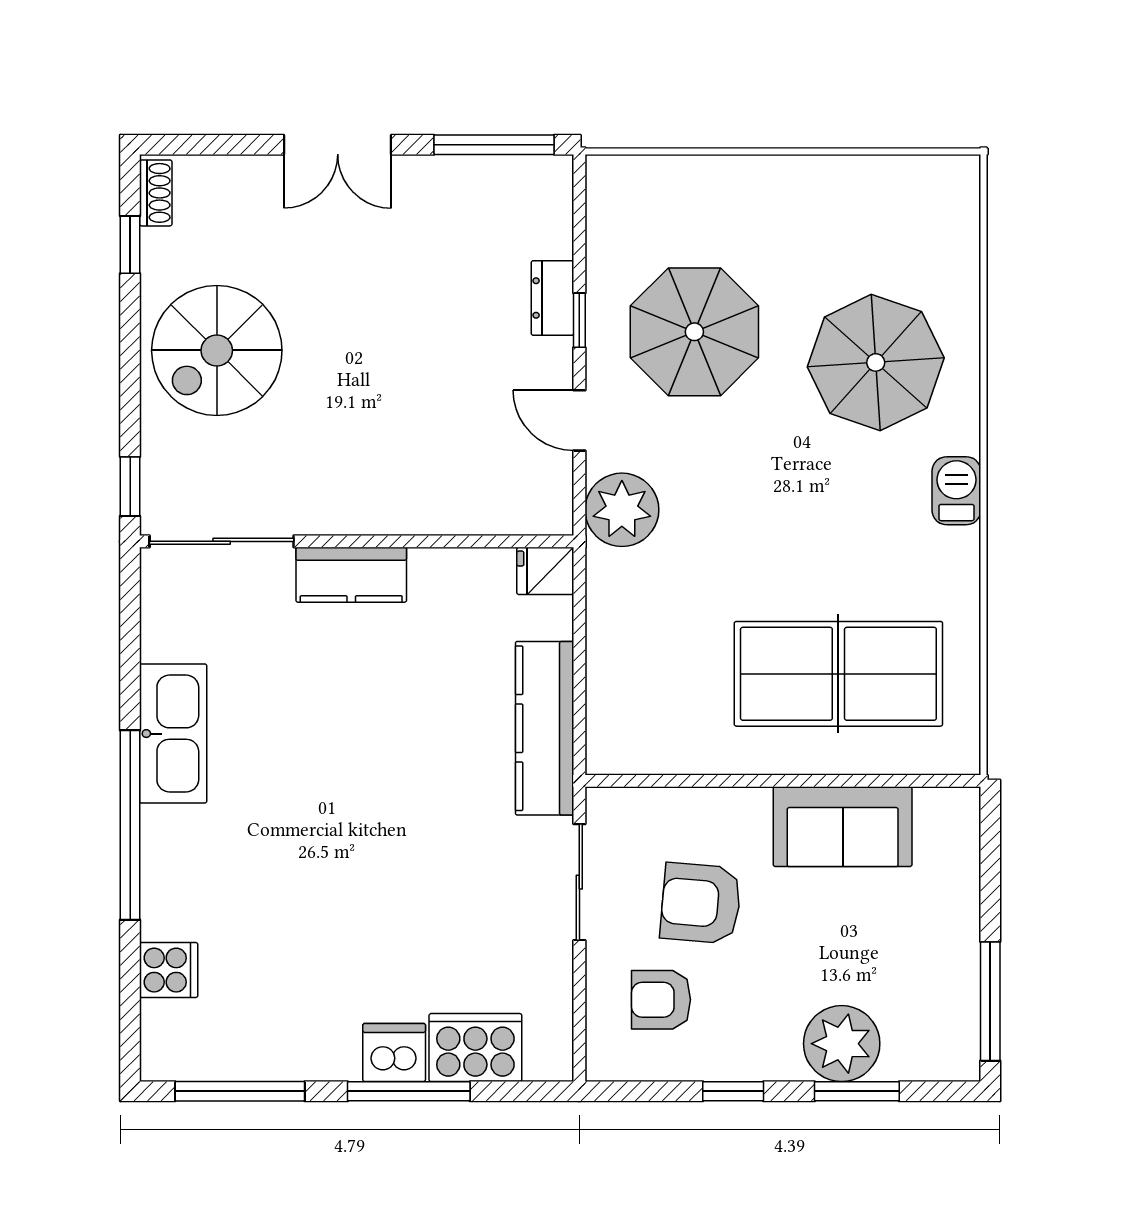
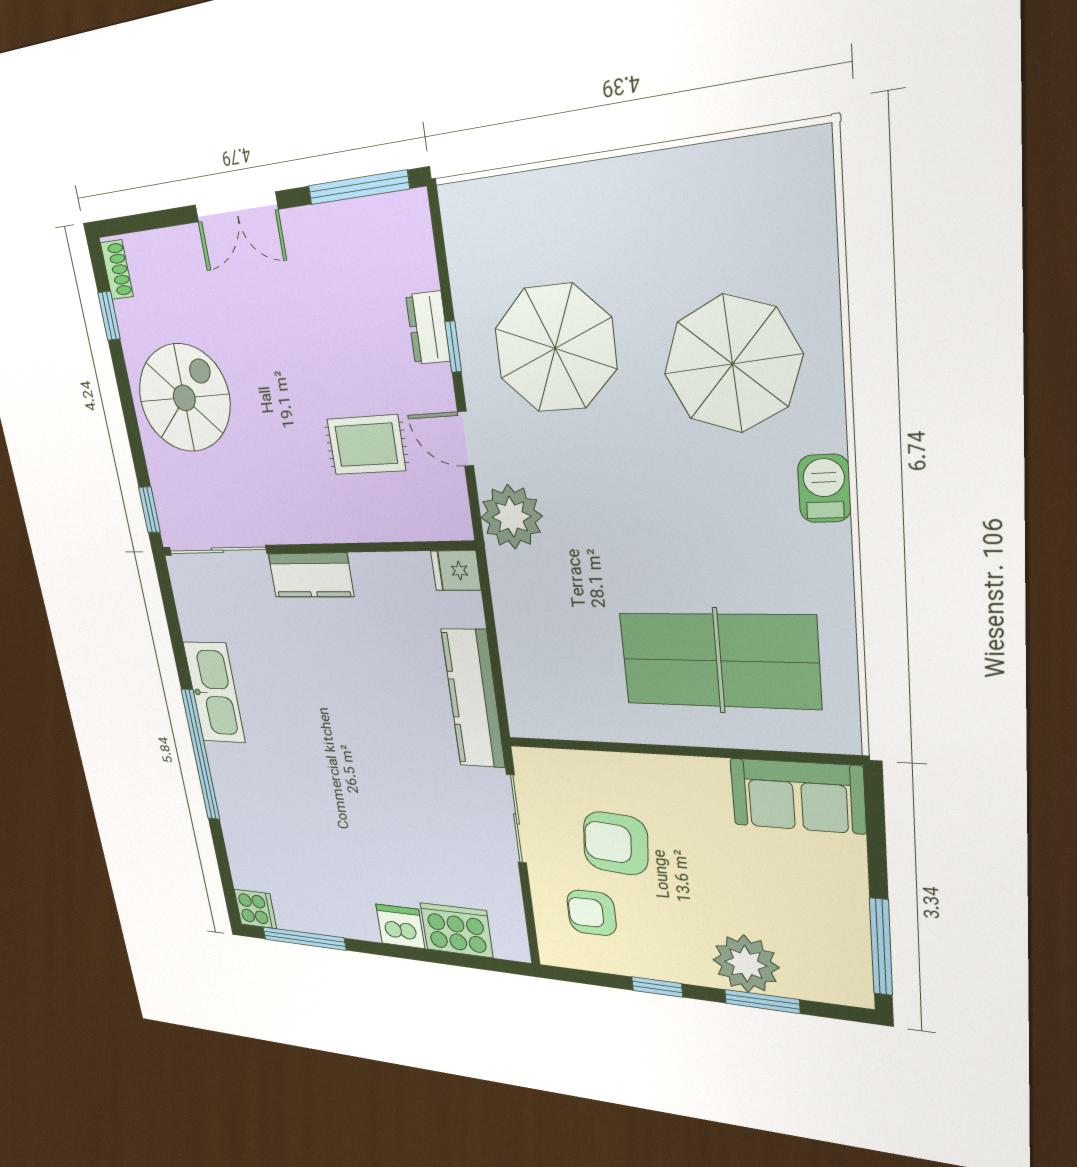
spiral stairs: (217, 350) -> (184, 398), turned 180
rug: (455, 420) -> (366, 445), added
sofa: (843, 827) -> (797, 796), moved
cooker: (169, 970) -> (255, 909), moved
window: (409, 1091) -> (415, 954), removed

